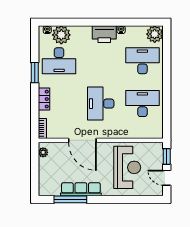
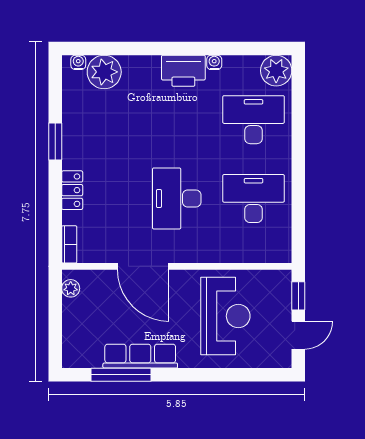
desk: (59, 61) -> (100, 120), removed
door: (167, 178) -> (298, 335), swing flipped

